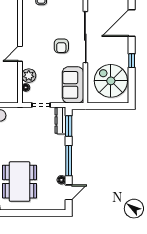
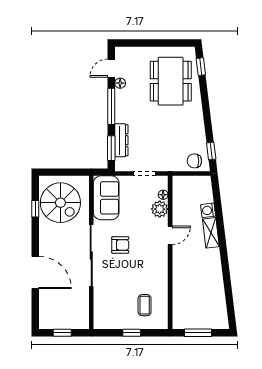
door: (132, 23) -> (35, 272), hinge flipped
armchair: (61, 46) -> (120, 245), turned 90
window: (132, 61) -> (35, 209), moved
dresser: (60, 120) -> (121, 140), moved

